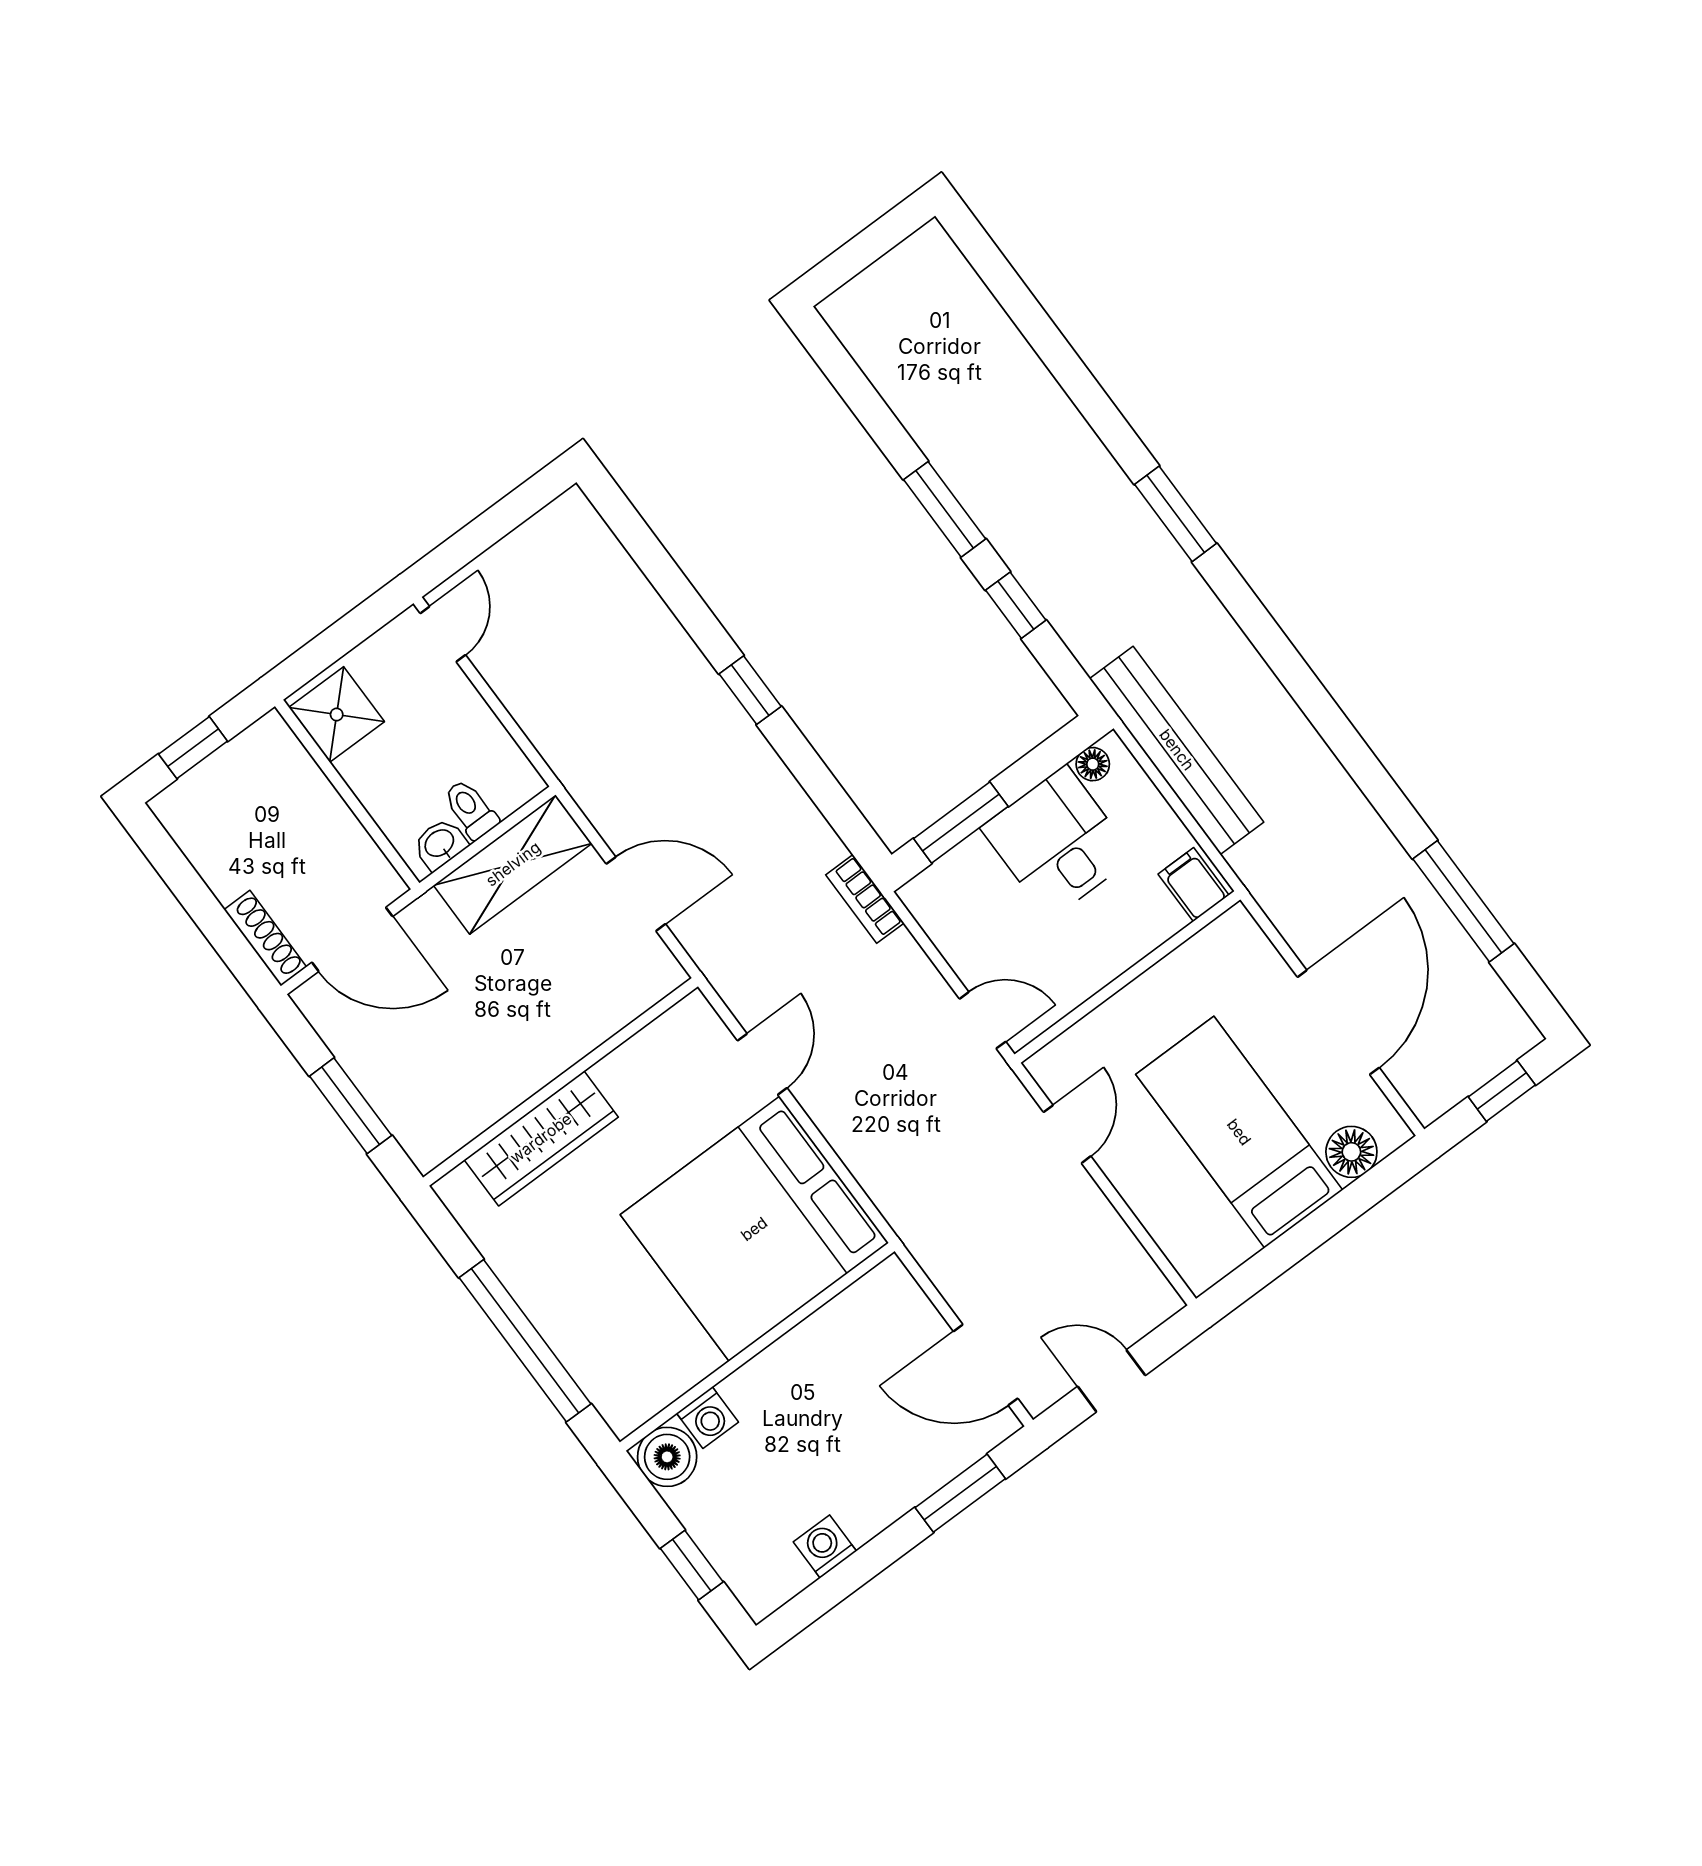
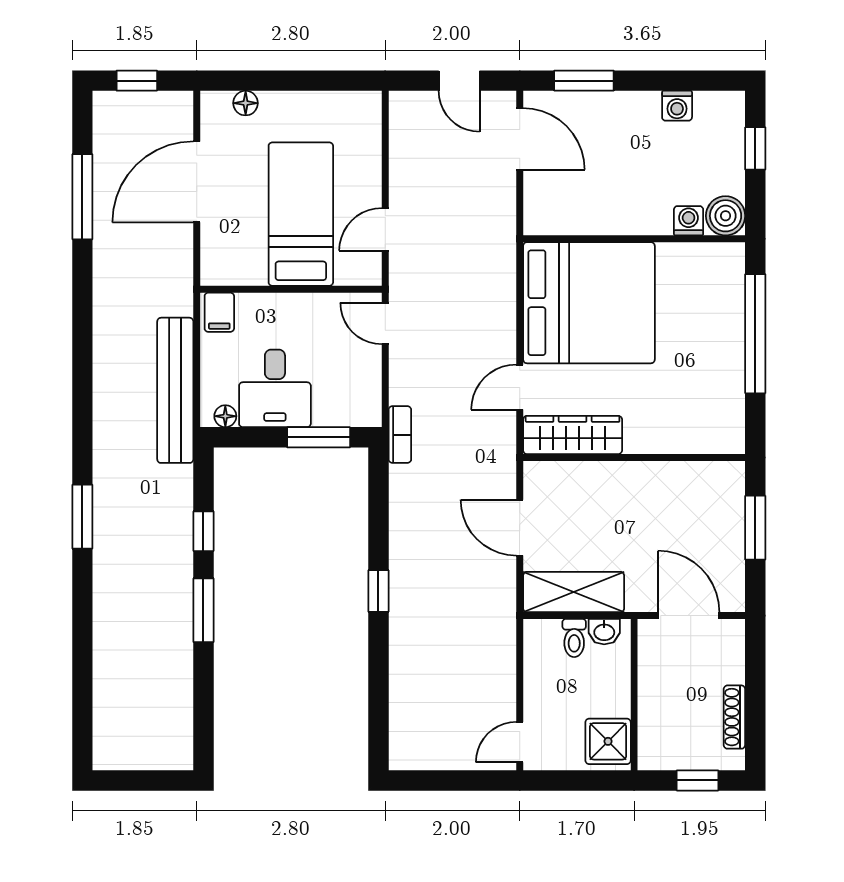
shoe rack: (265, 938) -> (734, 717), moved
bed: (1239, 1132) -> (301, 214), moved, turned 180
wardrobe: (541, 1138) -> (573, 435), moved
floor lamp: (1351, 1152) -> (246, 103), width x0.73, depth x0.73

